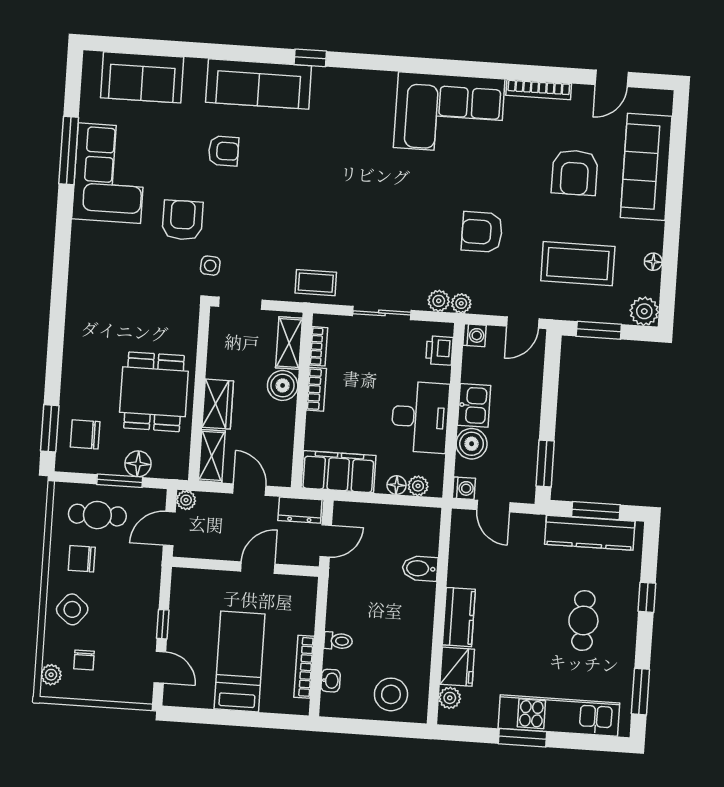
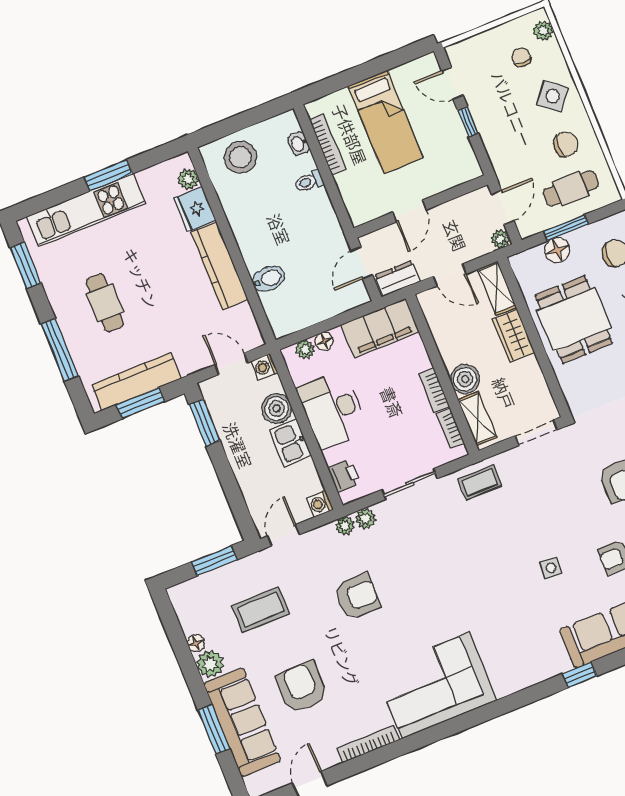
window: (676, 173) -> (214, 729), added
coffee table: (578, 264) -> (261, 610), width x0.73, depth x0.76
side table: (210, 266) -> (551, 568), moved
plant: (644, 311) -> (210, 664), moved
window: (647, 597) -> (60, 350), width x2.17
kitchen counter: (459, 617) -> (220, 266), width x1.50

